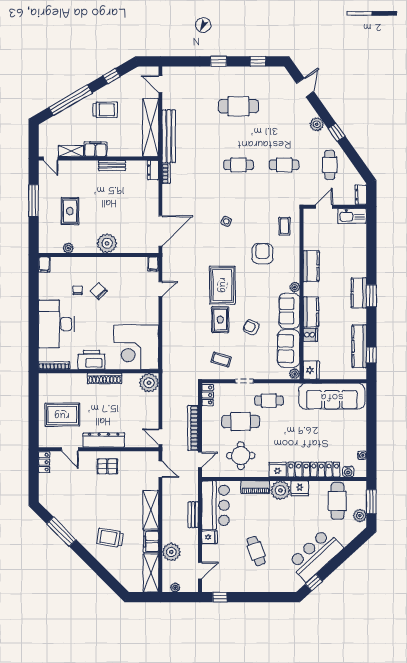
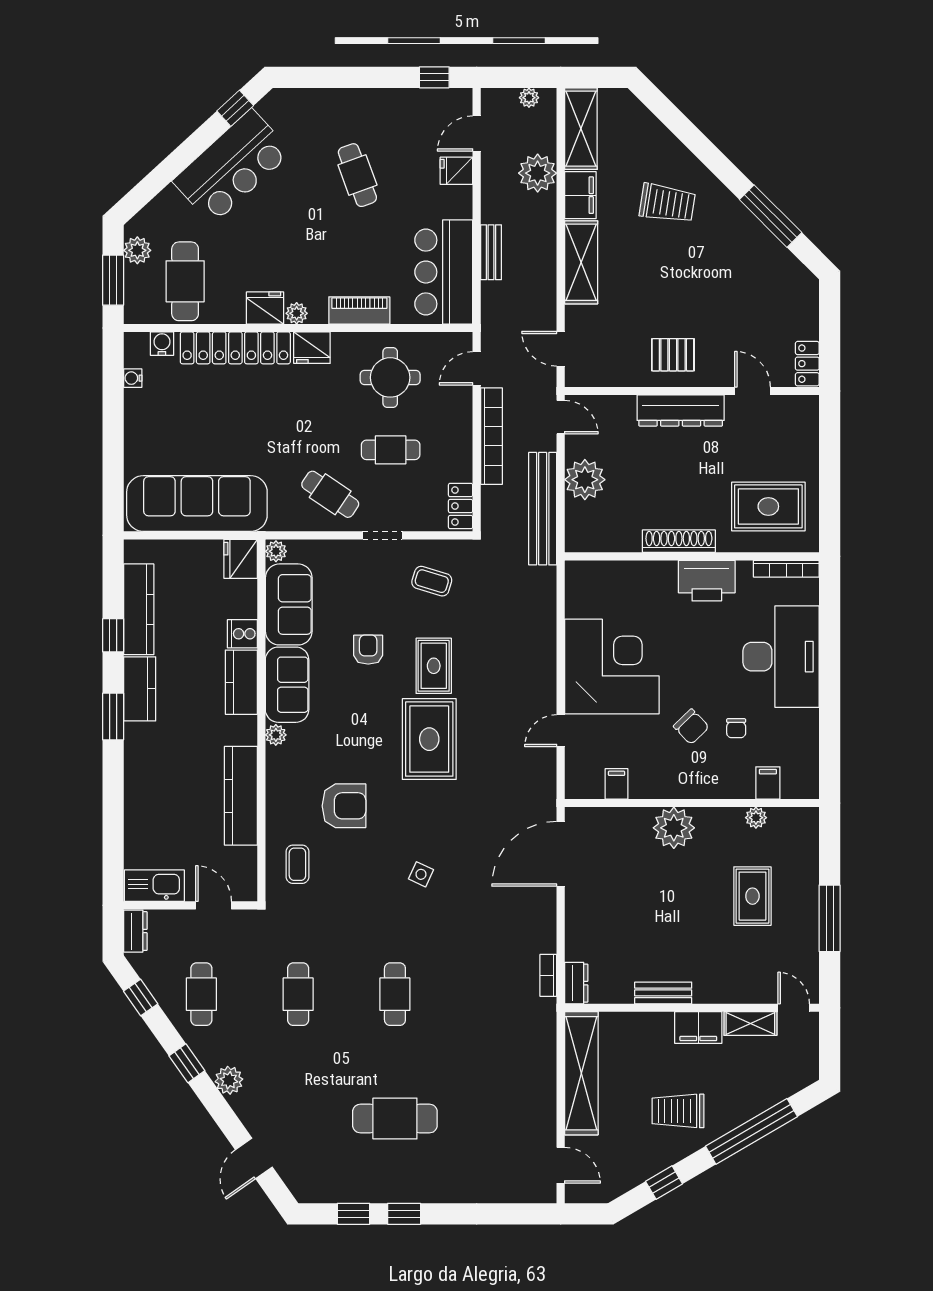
window: (218, 61) -> (404, 1214), moved
bench: (169, 136) -> (543, 509), moved
window: (358, 163) -> (141, 998), added
cafe table: (238, 165) -> (395, 994), turned 90
cafe table: (284, 165) -> (298, 994), turned 90
door: (324, 207) -> (214, 905), swing flipped
armchair: (263, 254) -> (344, 806), turned -90
filing cabinet: (44, 264) -> (768, 783), moved
filing cabinet: (153, 264) -> (617, 784), moved
kitchen counter: (311, 266) -> (241, 796), width x1.50
kitchen counter: (359, 293) -> (140, 689), moved
armchair: (251, 327) -> (368, 650), turned -114
corner desk: (136, 347) -> (612, 666), moved
window: (371, 355) -> (113, 635), moved
plant: (149, 383) -> (585, 480), moved
cafe table: (269, 401) -> (330, 494), turned 34
rug: (62, 415) -> (768, 506), moved
cafe table: (241, 421) -> (391, 450), width x0.73, depth x0.74
plant: (280, 490) -> (297, 313), width x0.53, depth x0.53
fridge: (209, 537) -> (456, 171), moved

